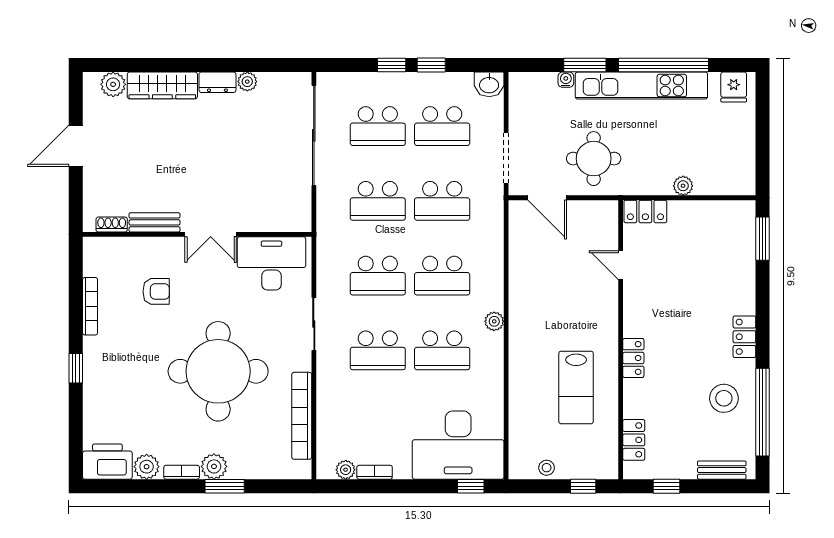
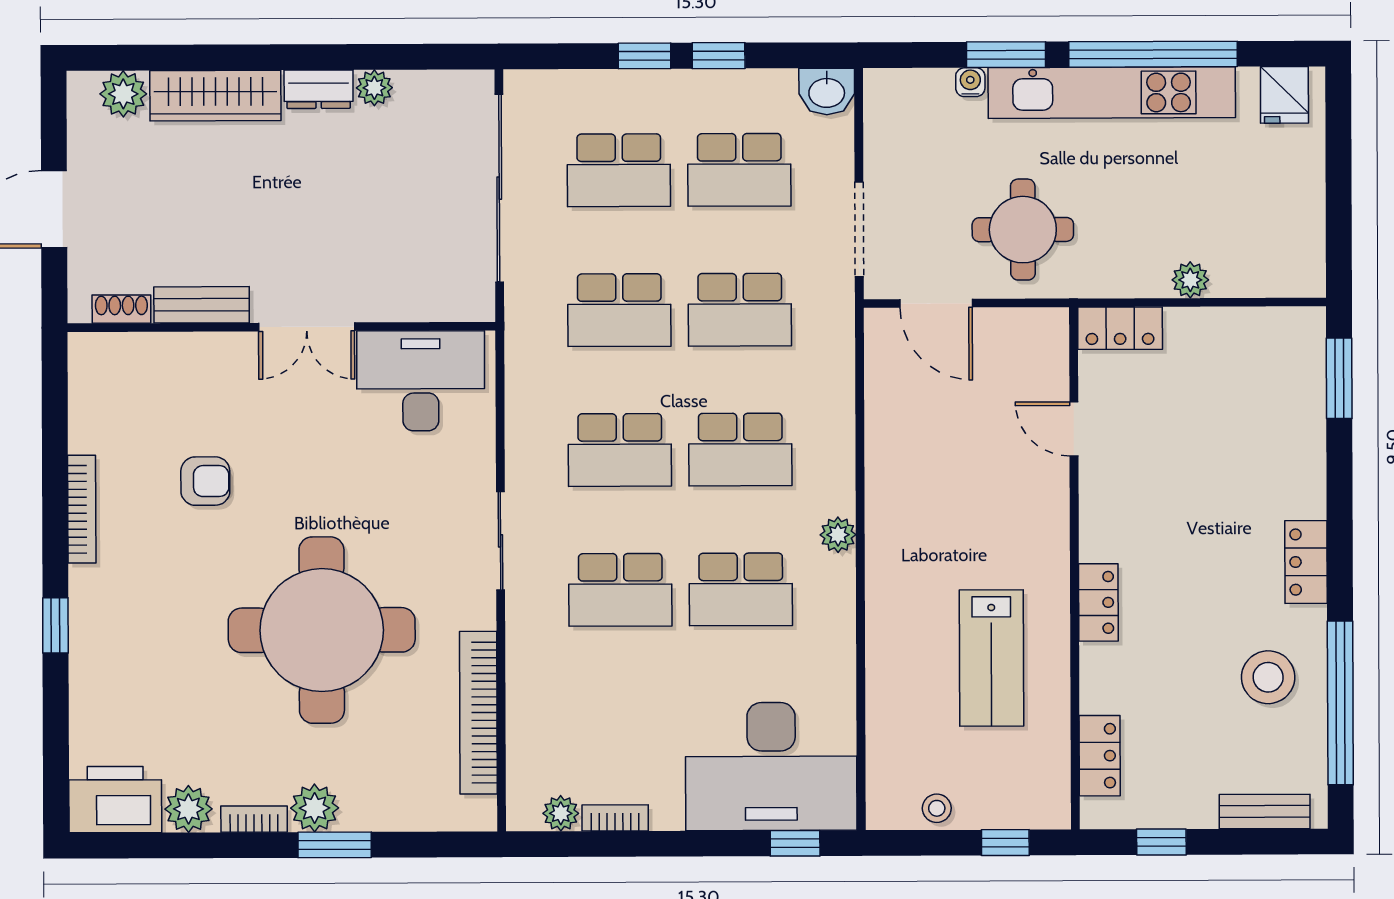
bench: (155, 222) -> (202, 305), moved
shoe rack: (112, 225) -> (121, 309), moved
wall: (197, 234) -> (281, 327), moved
double door: (211, 234) -> (307, 327), moved
desk: (271, 263) -> (421, 381), moved

